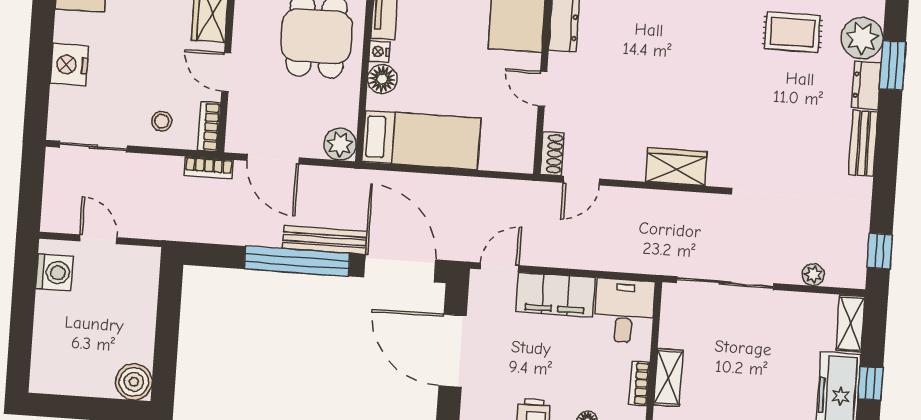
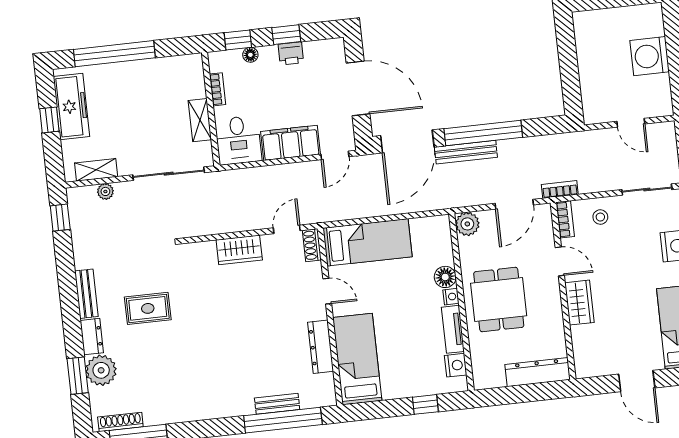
rug: (792, 32) -> (148, 308), moved
window: (893, 65) -> (78, 376), moved
bed: (421, 140) -> (368, 242), moved, turned 180
door: (273, 159) -> (514, 204), swing flipped
wardrobe: (676, 167) -> (239, 250), moved
door: (400, 268) -> (407, 141), hinge flipped
washing machine: (54, 272) -> (650, 56), moved, width x1.37, depth x1.37
shelving: (850, 323) -> (96, 170), moved, turned 90
shelving: (668, 377) -> (200, 120), moved
boiler: (134, 382) -> (586, 24), removed

